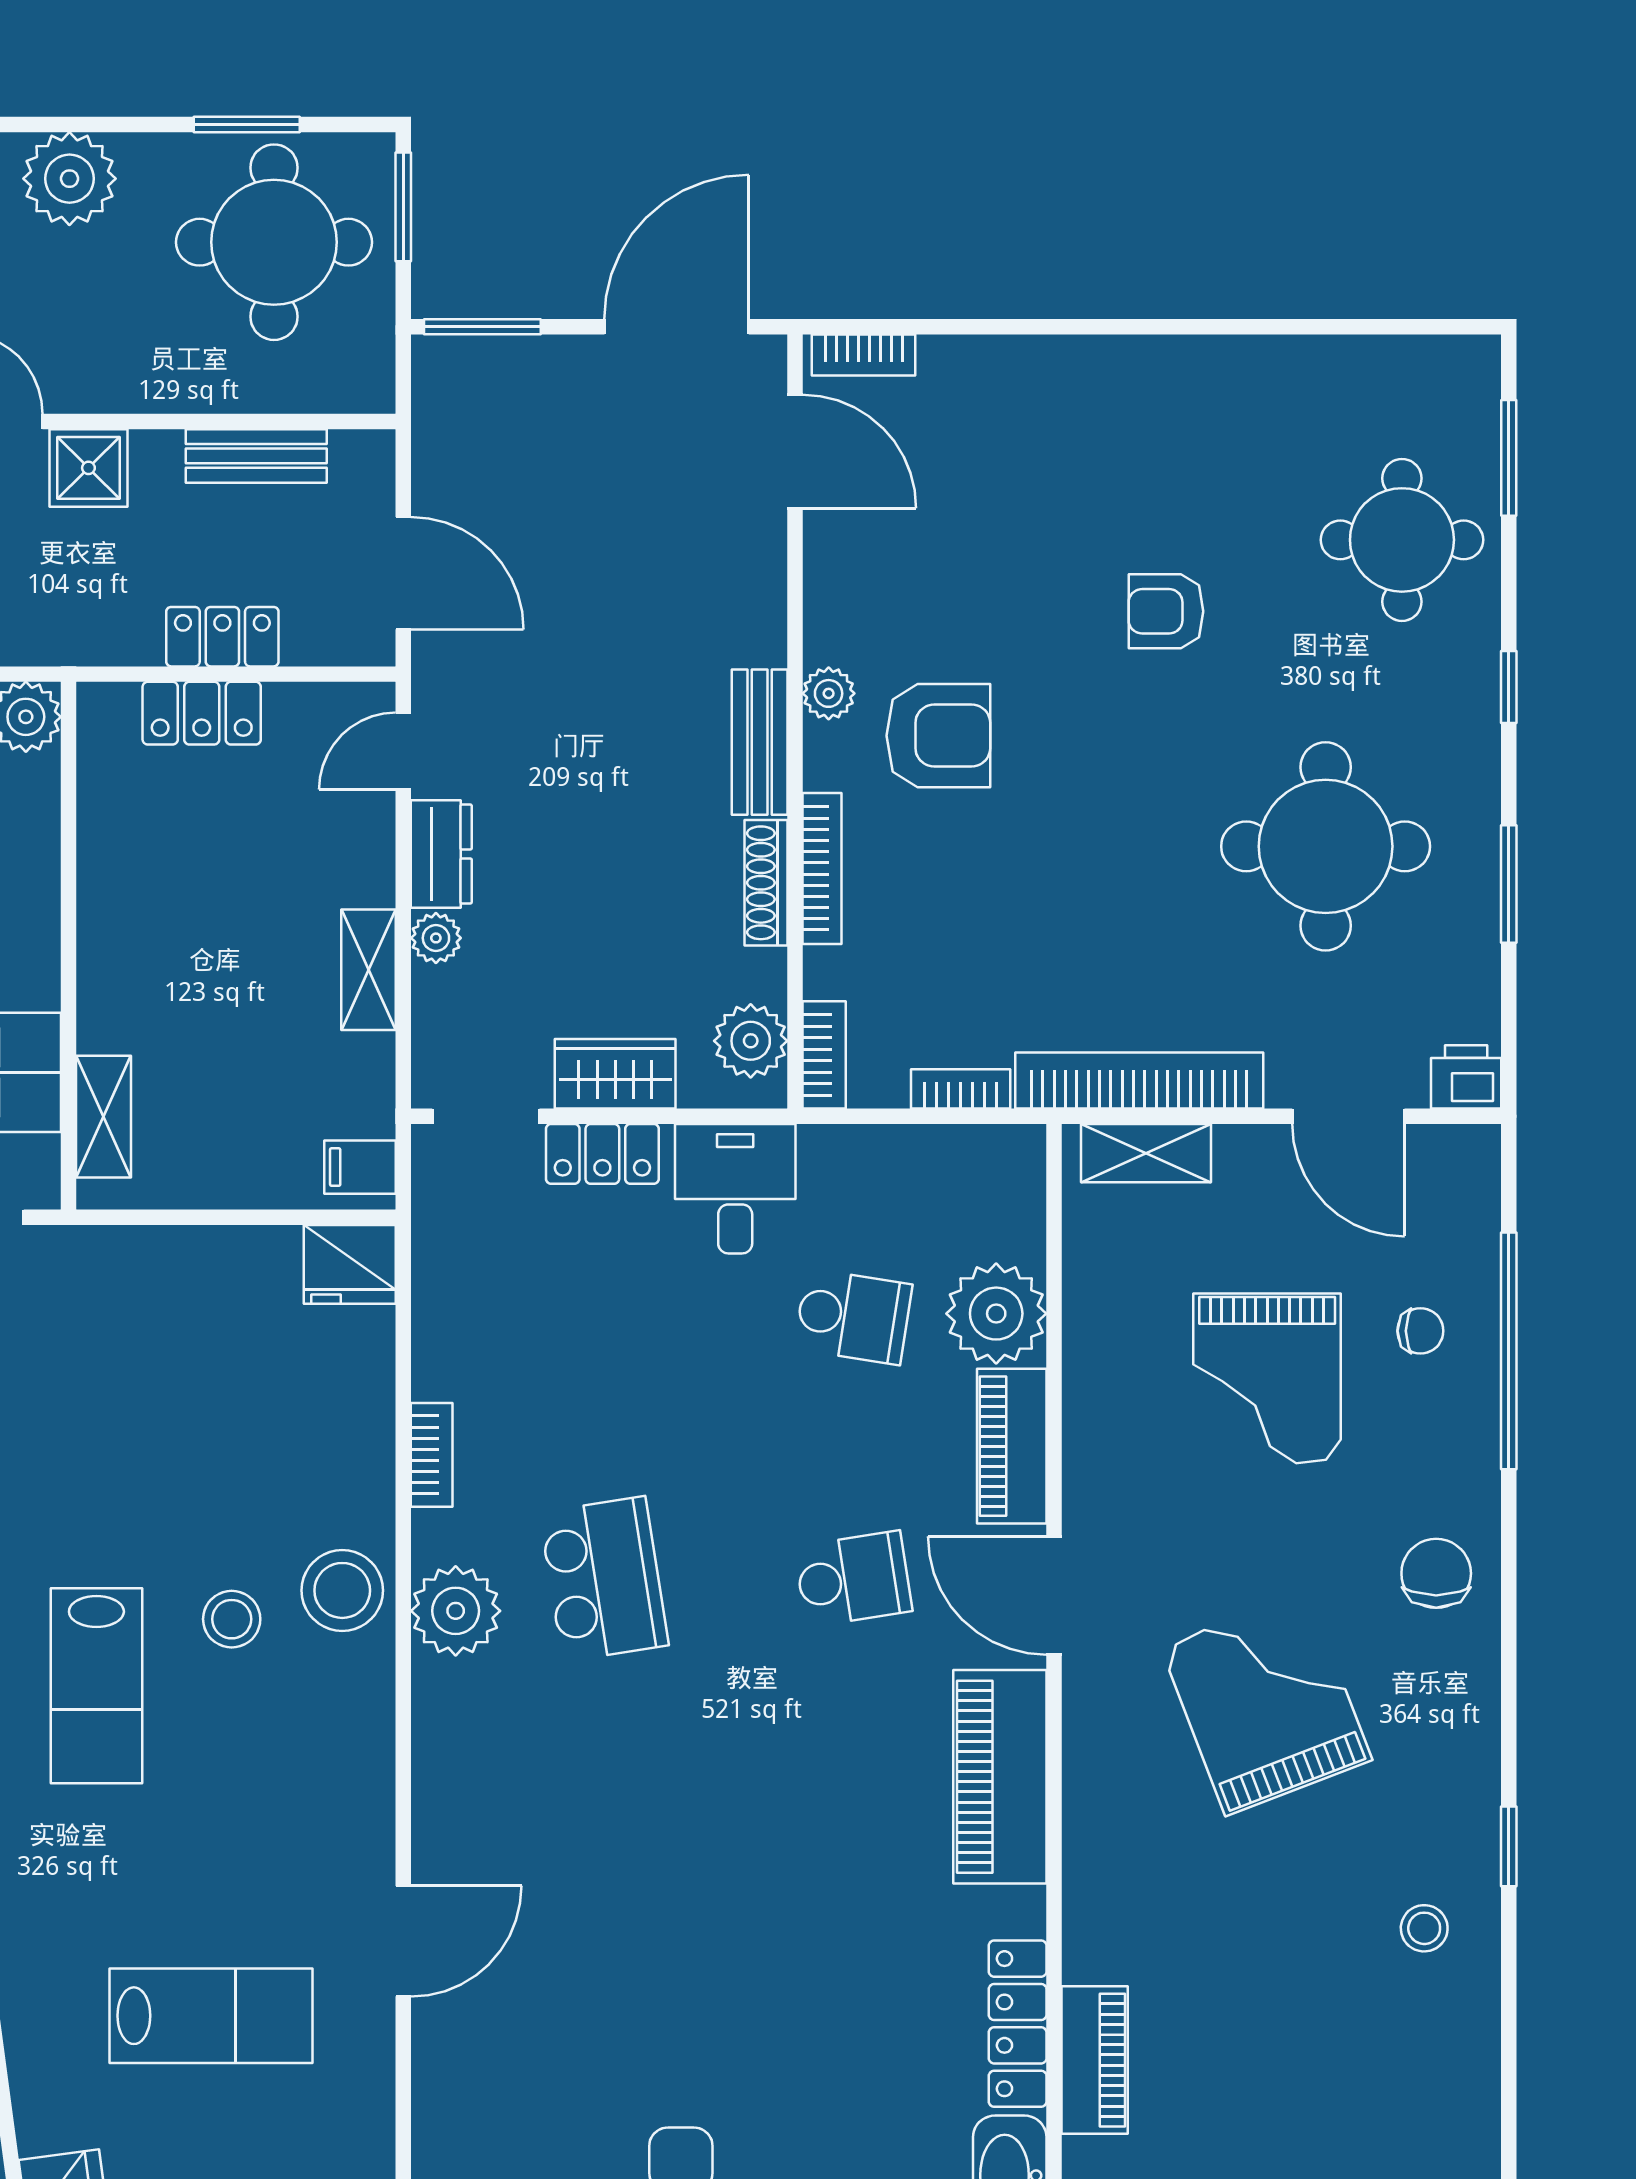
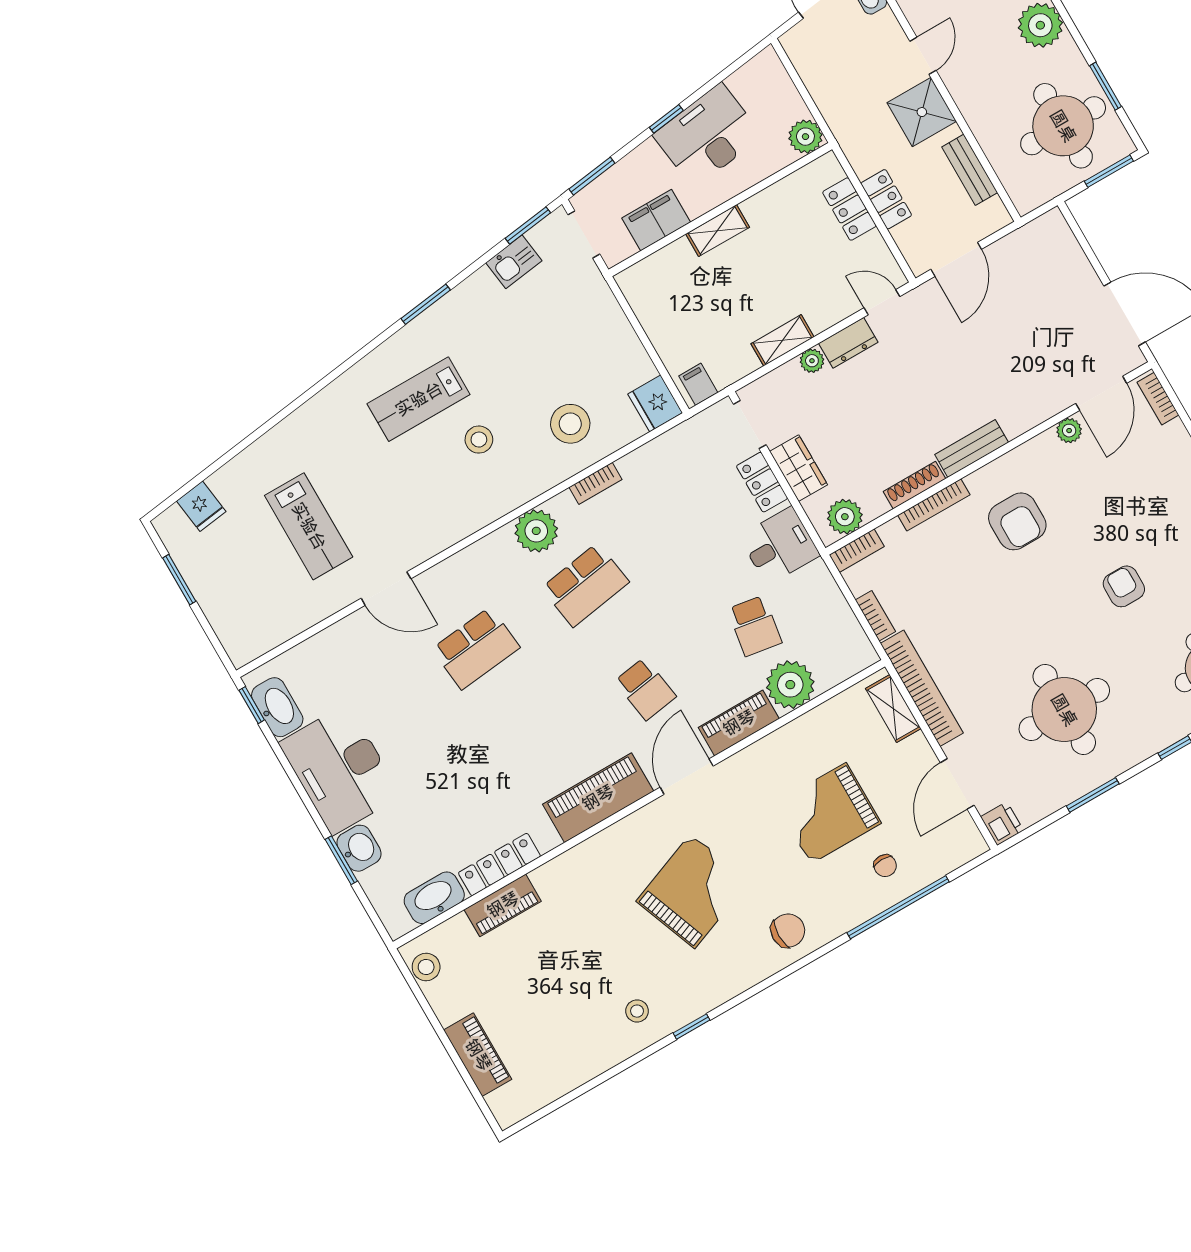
window: (482, 327) -> (1078, 233), removed
shower: (88, 468) -> (922, 112), width x1.36, depth x1.36
plant: (829, 693) -> (1069, 431), moved
shelving: (104, 1117) -> (718, 231), moved
stool: (342, 1590) -> (570, 424), moved
school desk: (604, 1841) -> (476, 648), added

